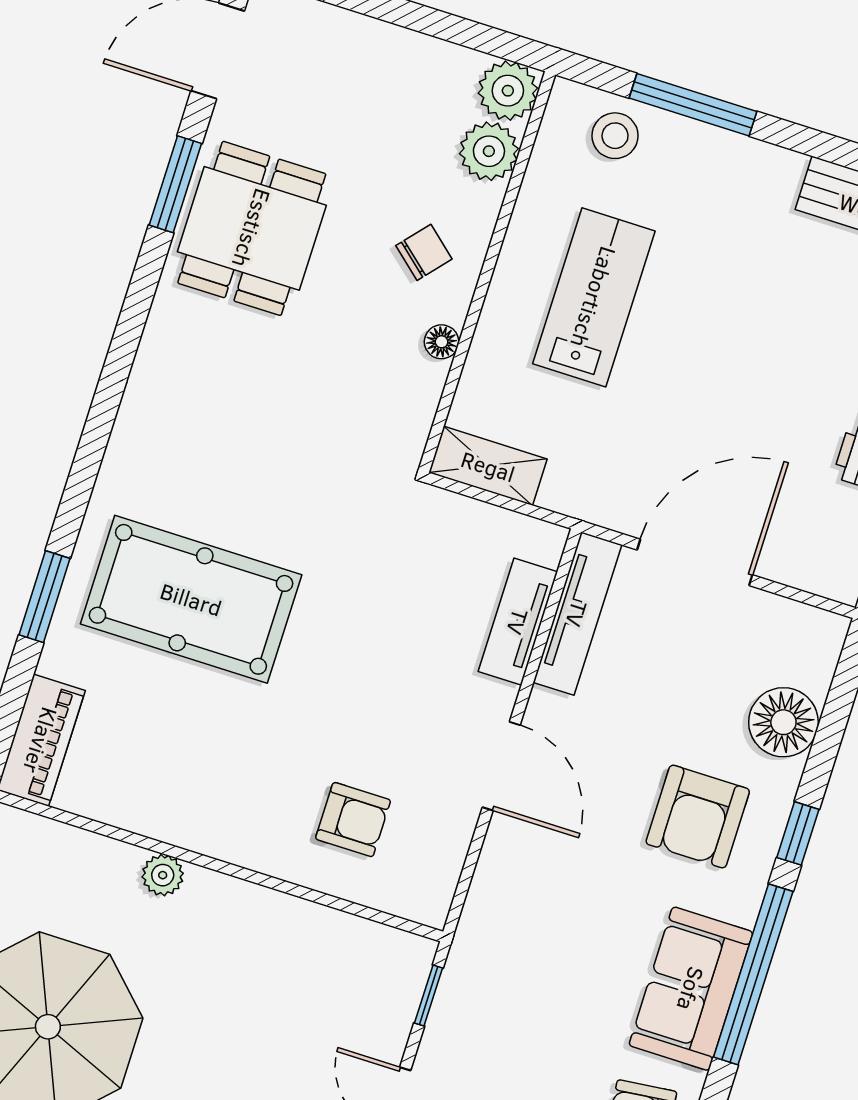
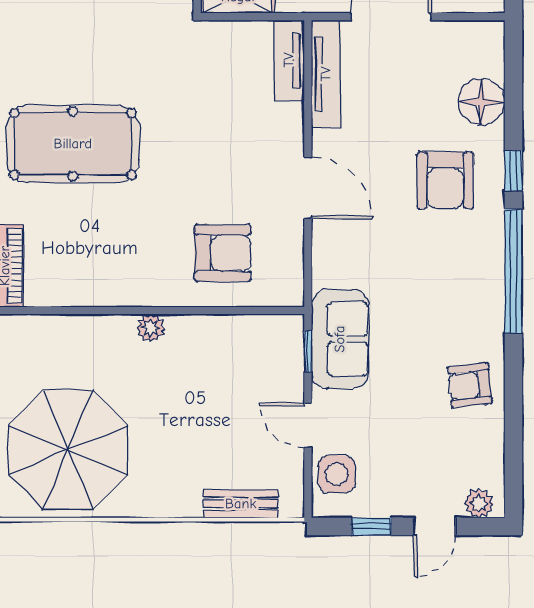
tv unit: (518, 622) -> (289, 60), moved
armchair: (353, 820) -> (223, 253), width x1.38, depth x1.38
plant: (163, 875) -> (151, 328), moved
sofa: (691, 989) -> (340, 339), moved, turned 180

